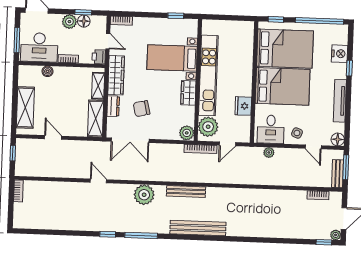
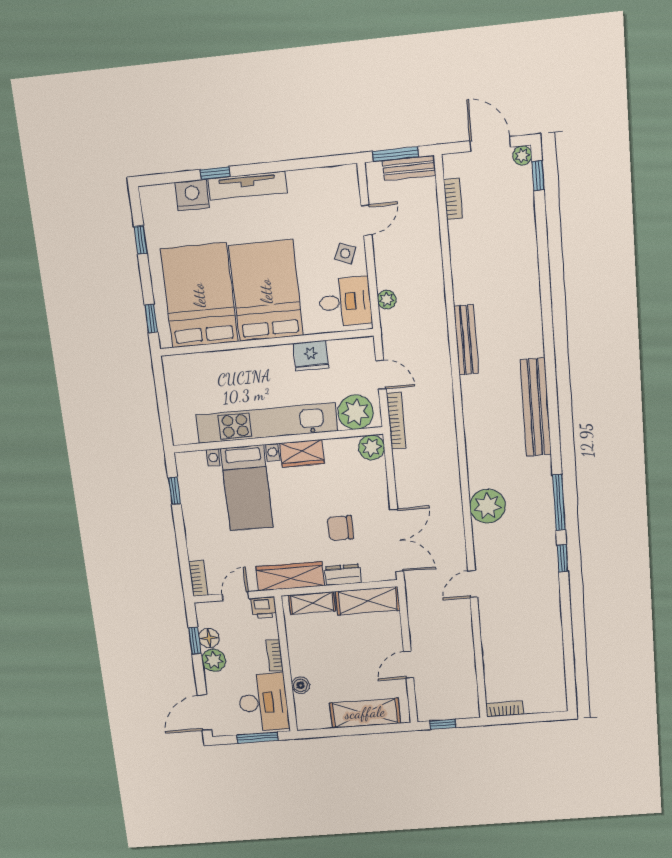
window: (319, 21) -> (141, 240), width x0.32
tv unit: (340, 101) -> (247, 186), moved
chair: (142, 109) -> (340, 528), turned 103
floor lamp: (338, 139) -> (347, 177), removed
bench: (186, 192) -> (466, 340), moved

